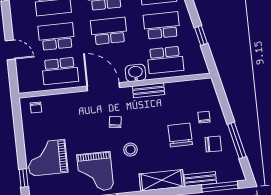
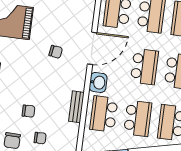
bench: (149, 90) -> (76, 107), moved
chair: (180, 135) -> (28, 111), width x0.54, depth x0.54
stool: (130, 150) -> (26, 60), removed

